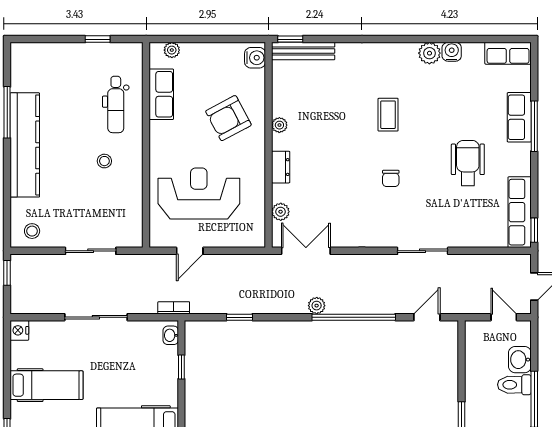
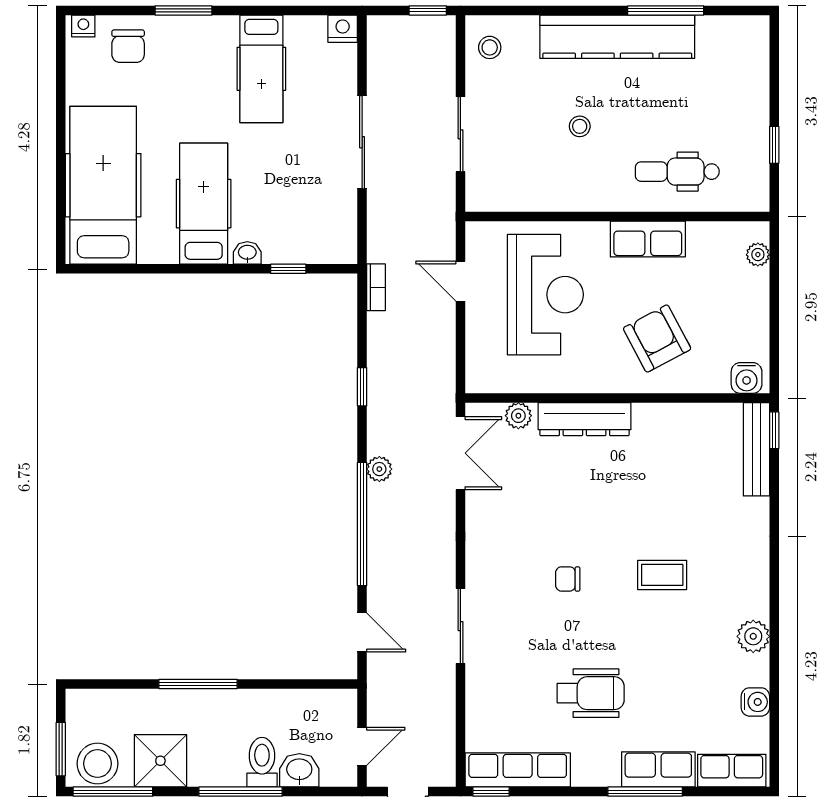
water cooler: (452, 52) -> (755, 702), moved
row of seats: (508, 53) -> (732, 771), moved, turned 90
row of seats: (161, 94) -> (648, 239), moved
plant: (279, 125) -> (647, 414), removed
stool: (104, 161) -> (580, 126), moved
dresser: (281, 167) -> (585, 419), width x1.96, depth x1.24
bookcase: (174, 308) -> (376, 287), moved
window: (240, 317) -> (362, 387), moved
washbasin: (171, 335) -> (247, 253), moved

